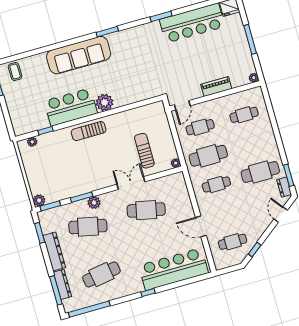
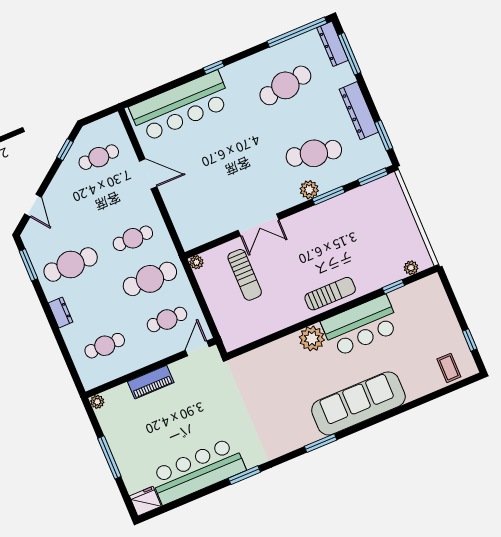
dresser: (284, 187) -> (61, 312), moved
plant: (39, 200) -> (390, 183), removed
cafe table: (146, 210) -> (231, 188), removed
dresser: (62, 284) -> (332, 44), moved

